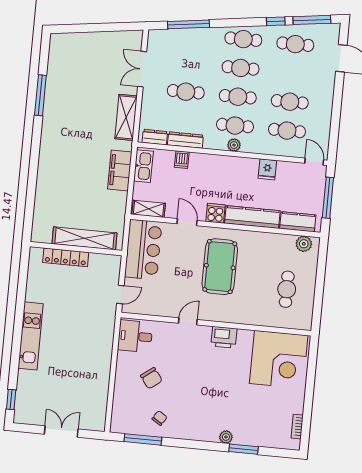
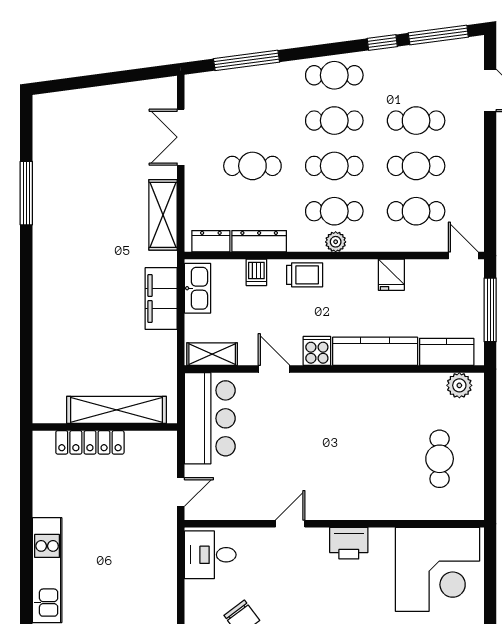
cafe table: (295, 44) -> (416, 121), moved
trolley: (212, 164) -> (305, 275), added
pool table: (220, 267) -> (332, 433), removed

